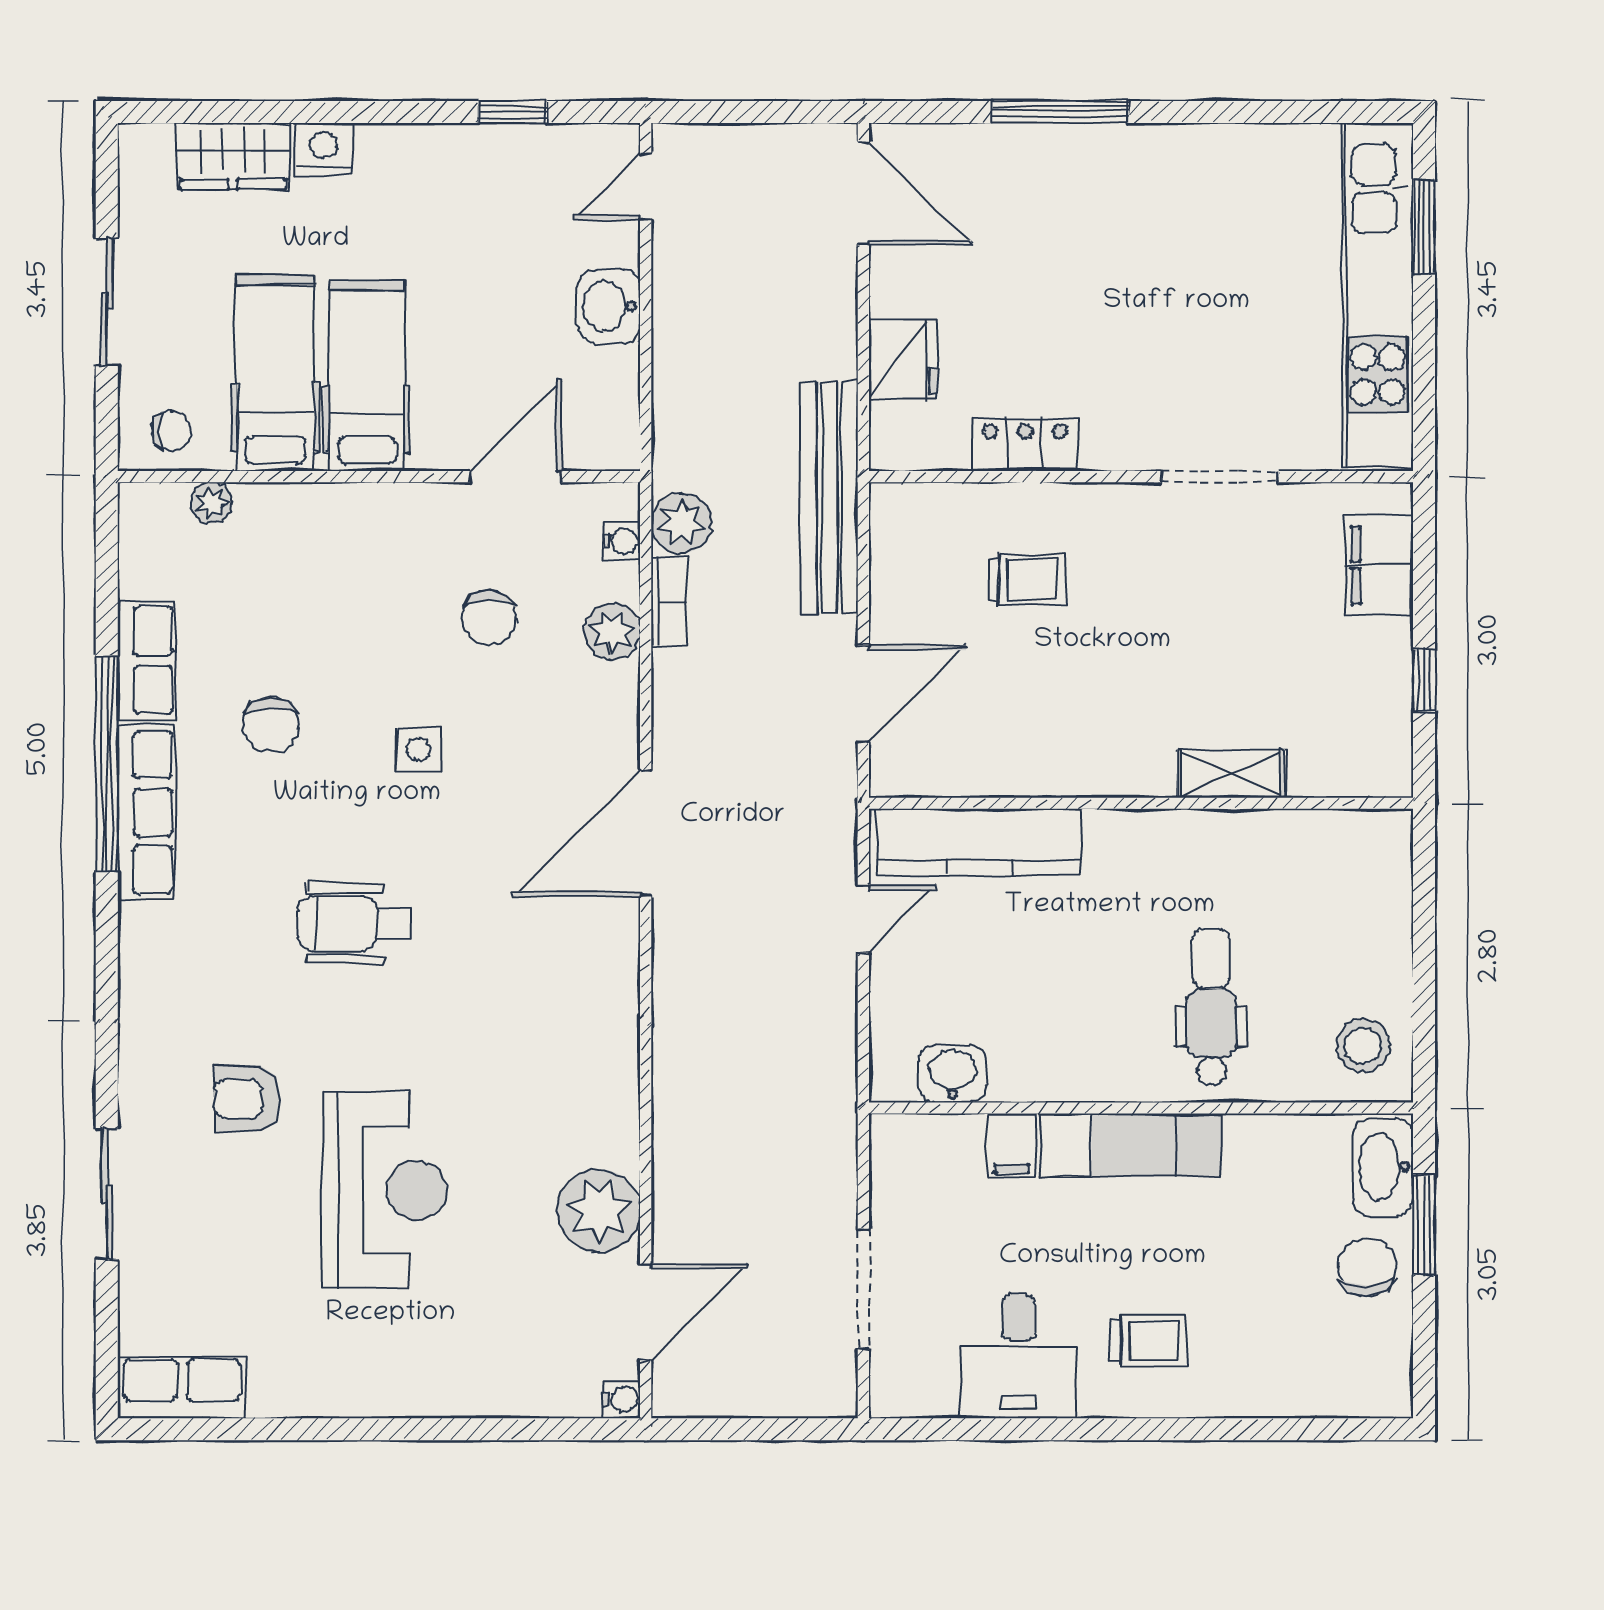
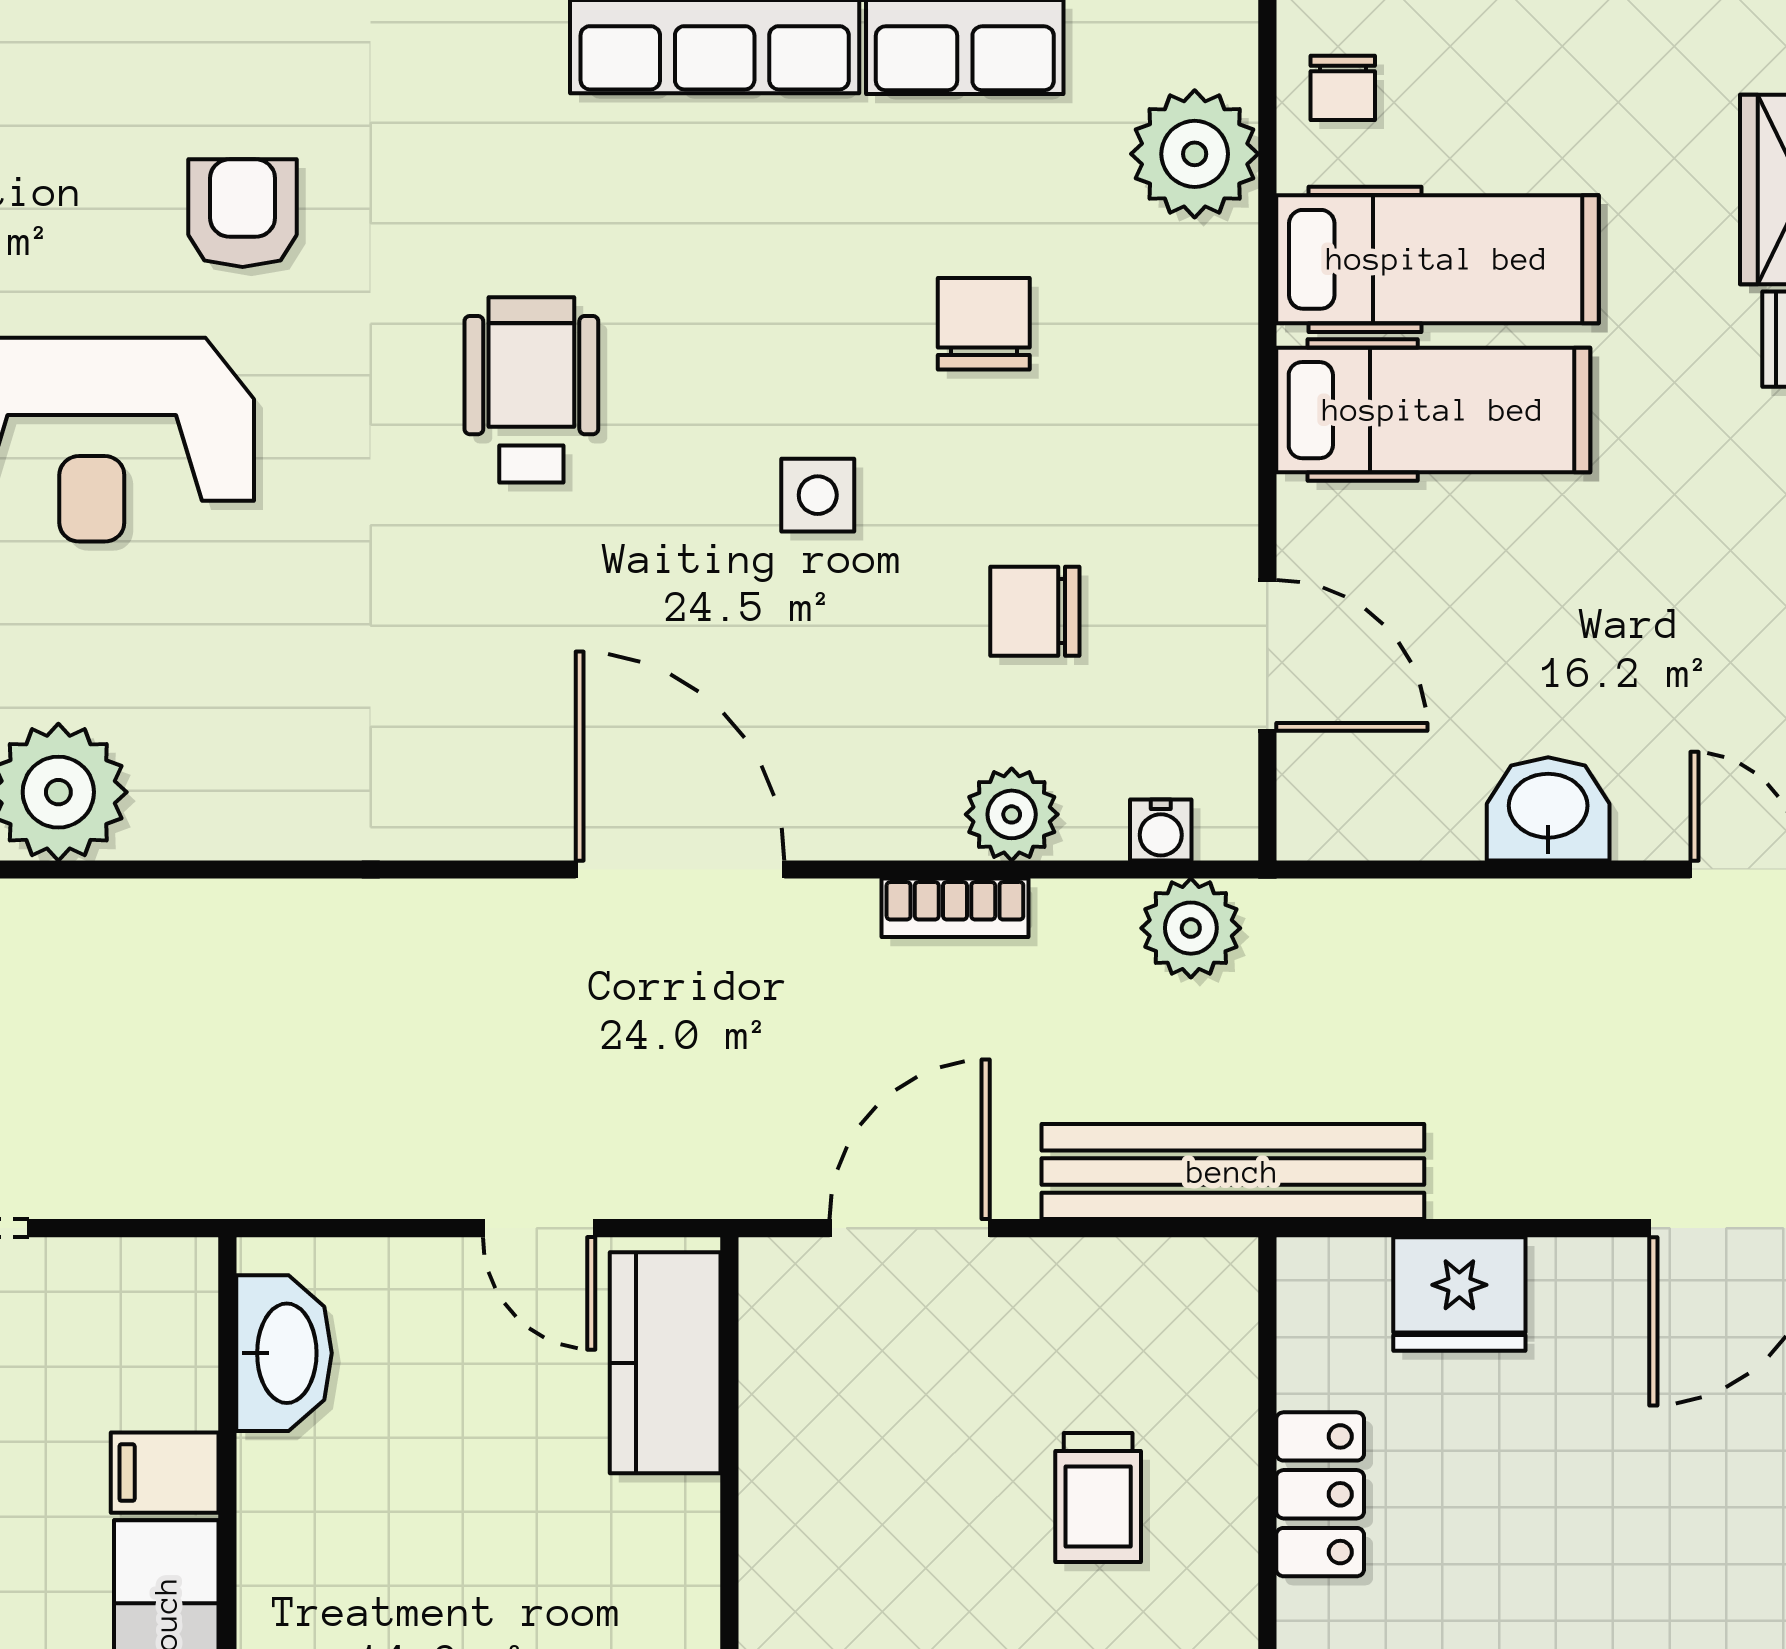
plant: (211, 503) -> (1195, 154), width x1.88, depth x1.88
bookcase: (669, 602) -> (955, 908), moved
door: (863, 694) -> (910, 1228), swing flipped
chair: (271, 725) -> (984, 324), moved, turned 90
kitchen counter: (979, 842) -> (665, 1363), width x0.67
washbasin: (953, 1074) -> (284, 1353), width x1.38

